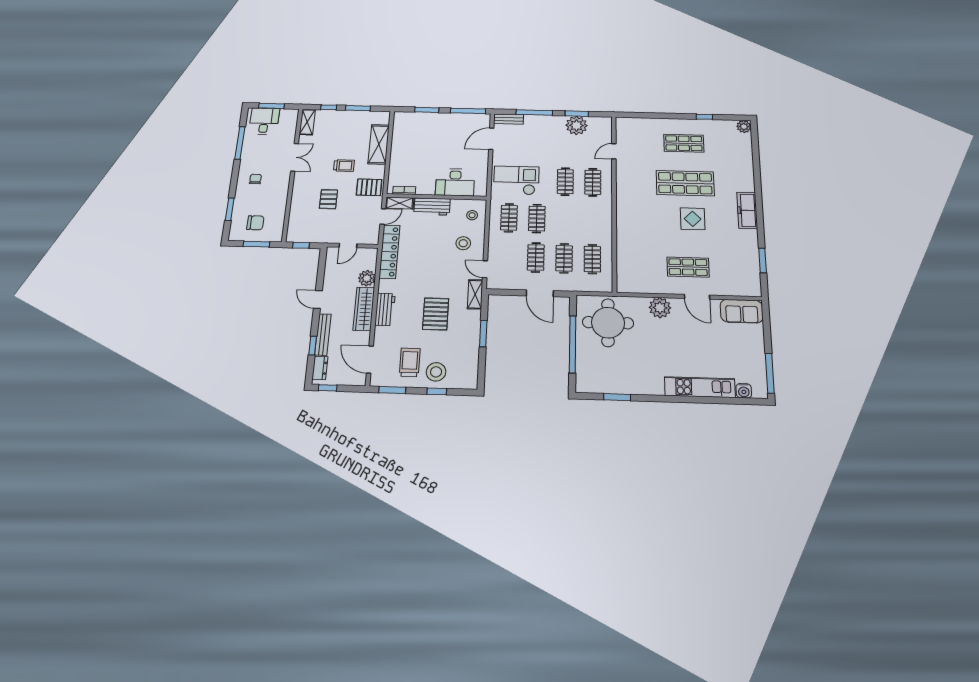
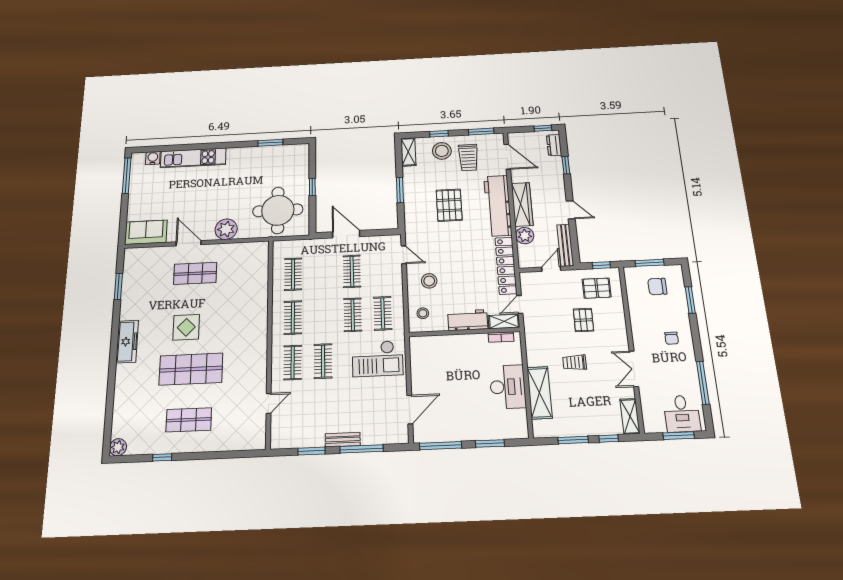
bench: (508, 119) -> (343, 440), moved
plant: (576, 125) -> (311, 435), removed
desk: (455, 182) -> (508, 387), moved, turned 90
pallet: (369, 187) -> (597, 288), moved
clothes rail: (564, 258) -> (293, 318), moved
shelving: (475, 294) -> (408, 152), moved
workbench: (385, 309) -> (498, 206), width x1.88, depth x1.32
bench: (323, 335) -> (565, 245), moved
window: (573, 344) -> (312, 187), width x0.32

